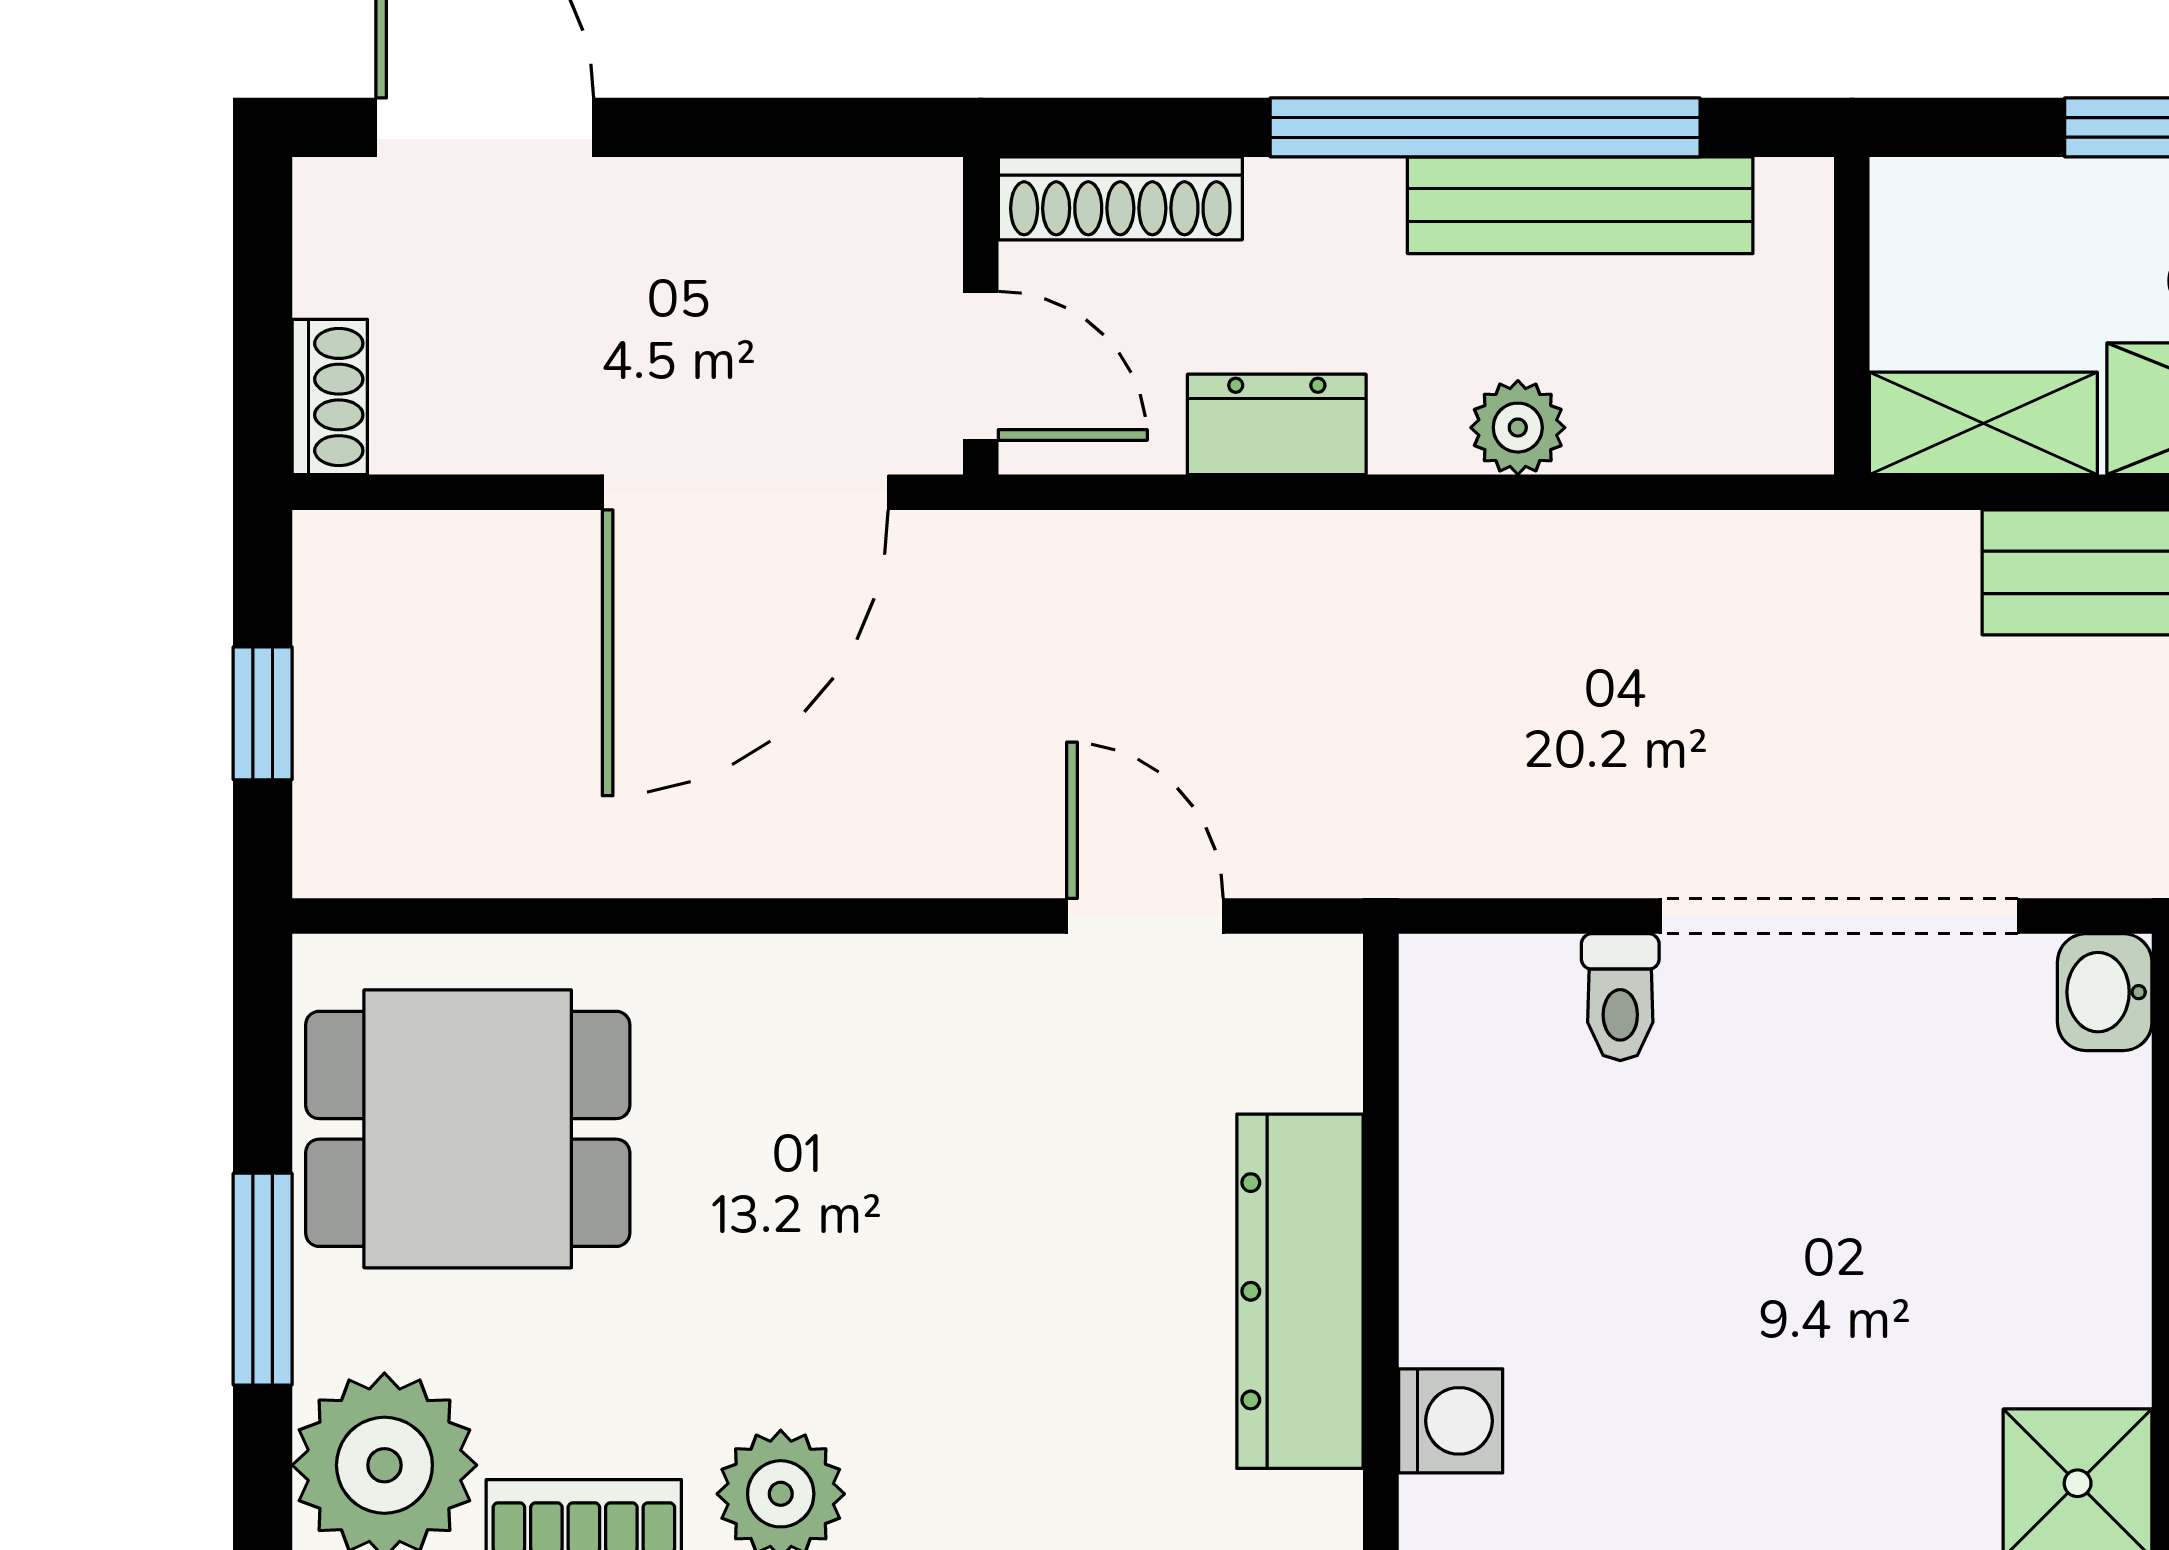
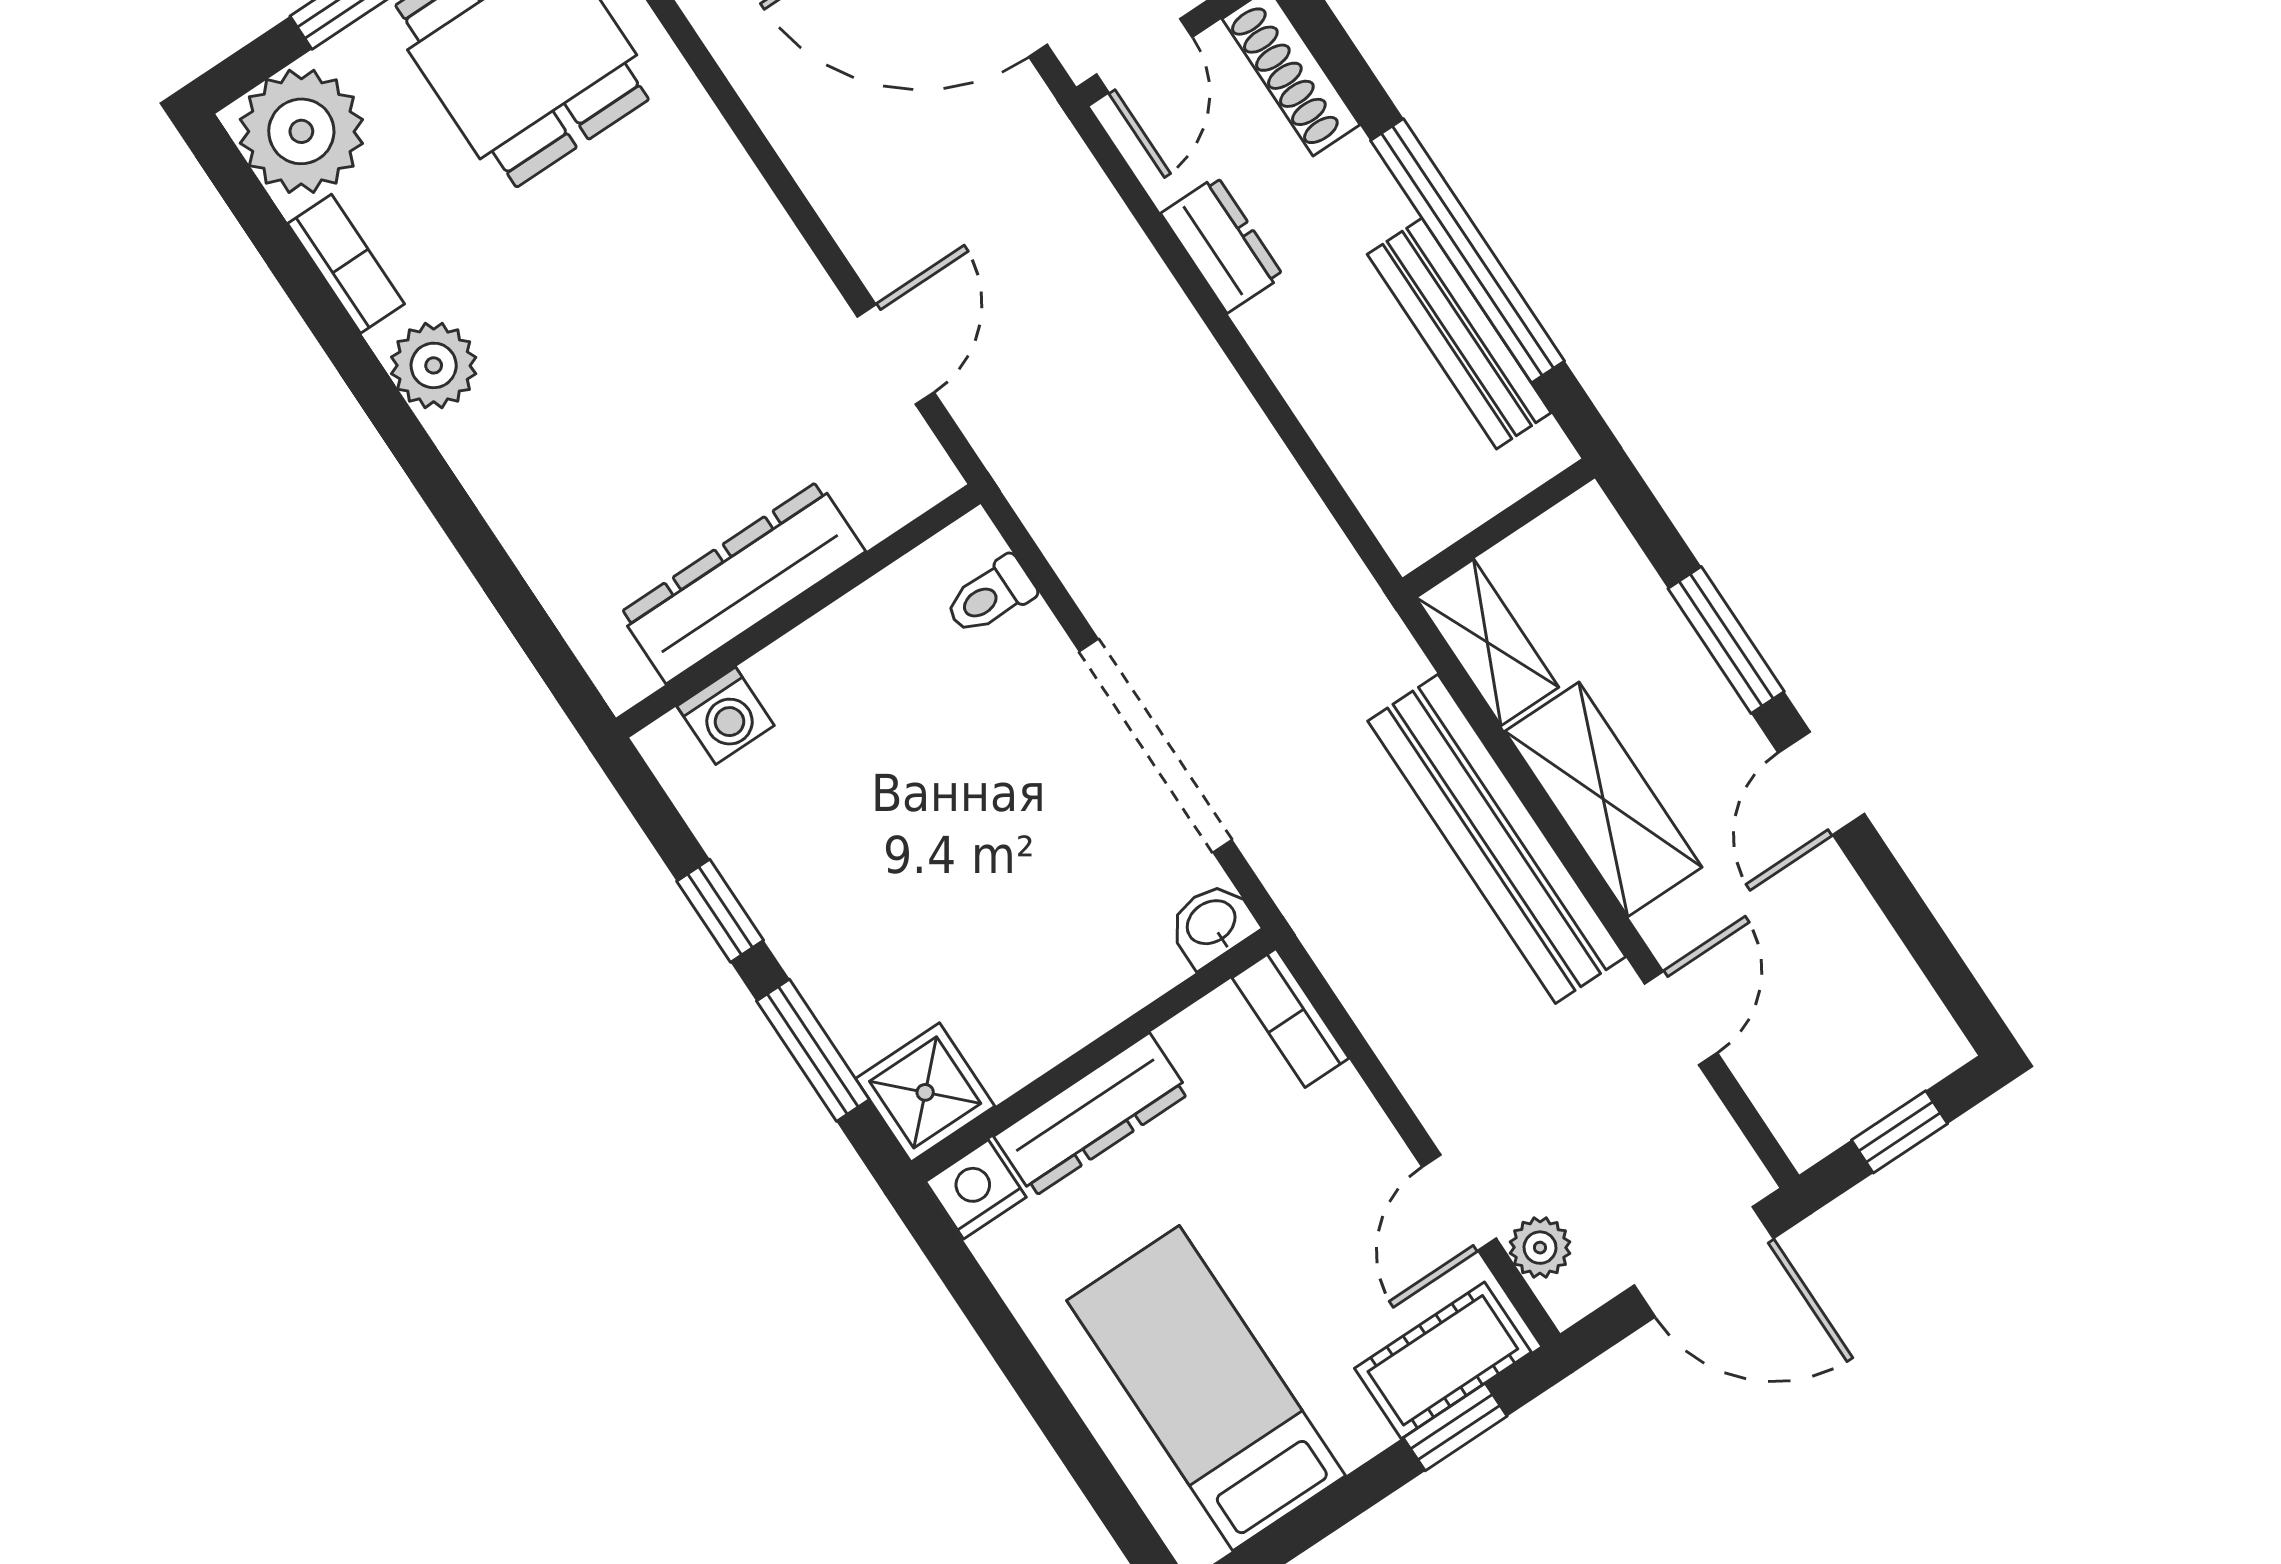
plant: (1518, 428) -> (1311, 382), removed
toilet: (1620, 997) -> (990, 596), moved

